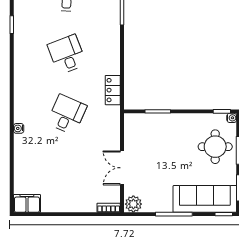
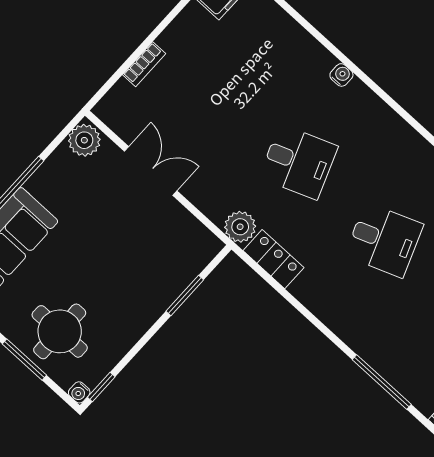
plant: (112, 114) -> (240, 227), added
desk: (67, 115) -> (298, 162), turned -45
bookcase: (109, 208) -> (144, 64), moved

